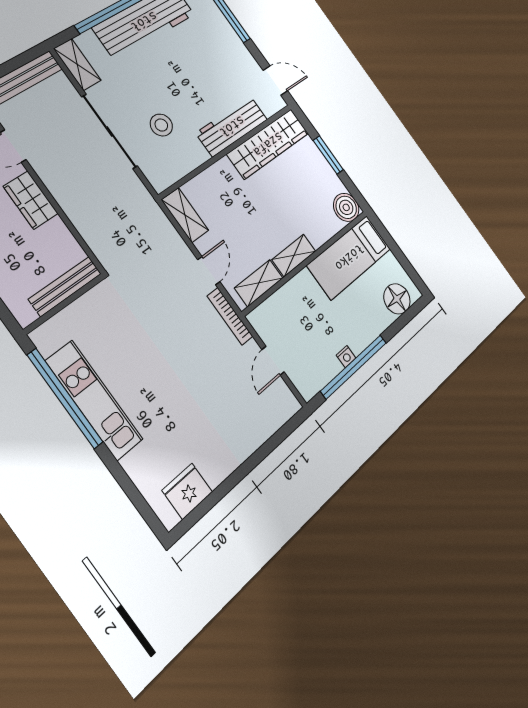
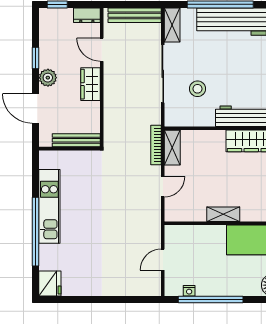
shelving: (259, 283) -> (188, 214), removed
bookcase: (230, 316) -> (156, 145), moved
nightstand: (346, 357) -> (189, 291), moved
window: (65, 399) -> (36, 232), moved
fridge: (187, 491) -> (50, 283), moved, turned 90

